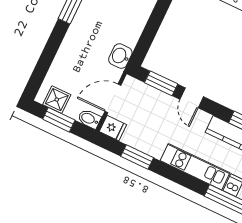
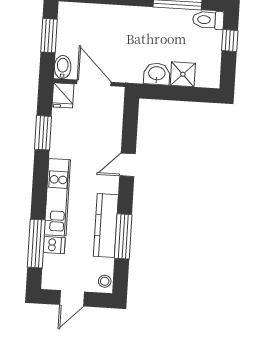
washbasin: (120, 56) -> (157, 74), moved
window: (161, 83) -> (130, 127), removed
shower: (57, 100) -> (183, 74), moved

